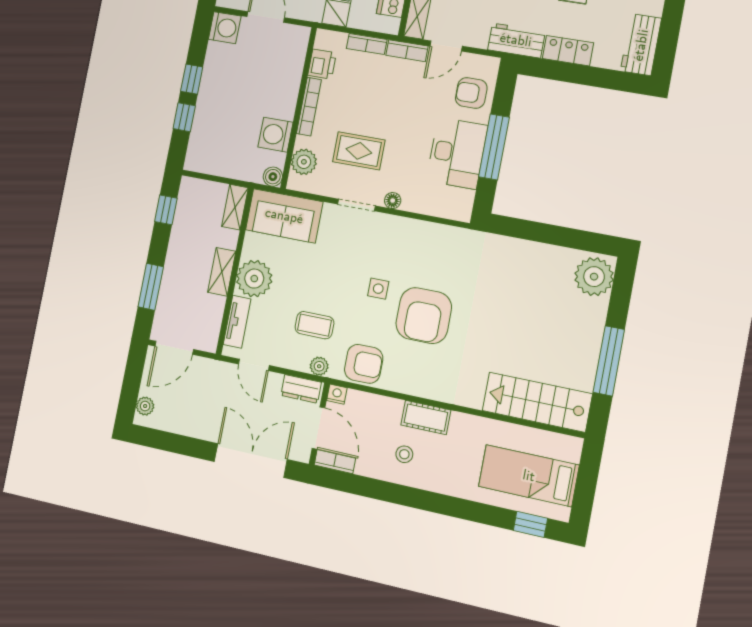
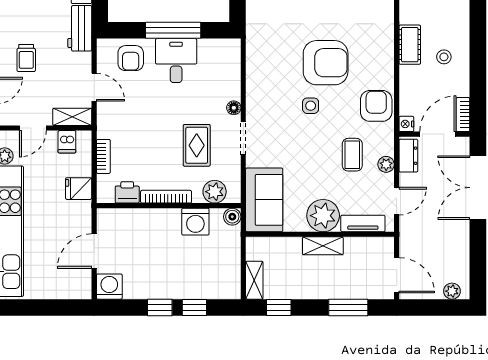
bookcase: (407, 51) -> (104, 120), removed
desk: (457, 153) -> (176, 61), width x0.73
shelving: (235, 207) -> (254, 280), moved, turned 90
plant: (319, 366) -> (386, 164), moved

